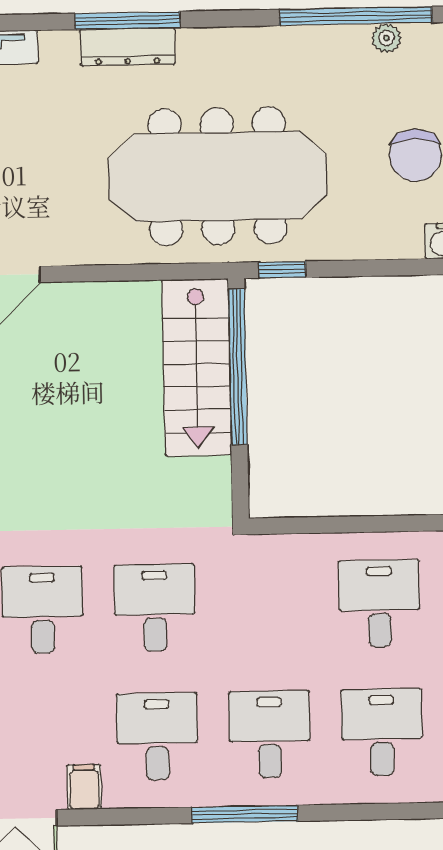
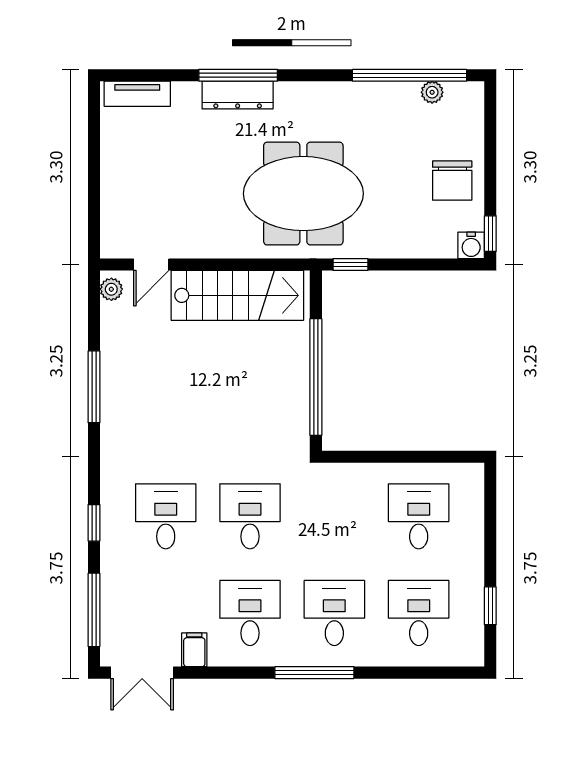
meeting table: (218, 176) -> (303, 194), width x0.73
stairs: (197, 367) -> (237, 295), moved, turned -90
window: (238, 367) -> (316, 377), moved

